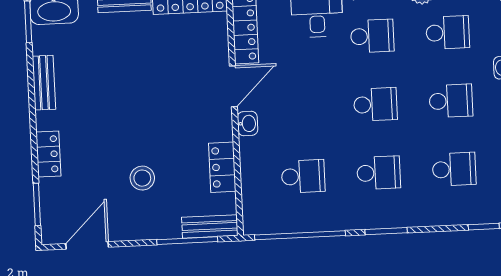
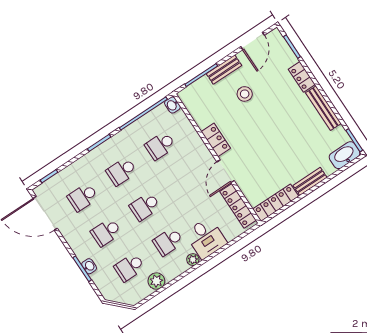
bench: (44, 83) -> (323, 108), width x1.36
washbasin: (248, 123) -> (172, 105), moved
locker: (222, 167) -> (216, 140), moved
bench: (210, 226) -> (224, 70), moved

